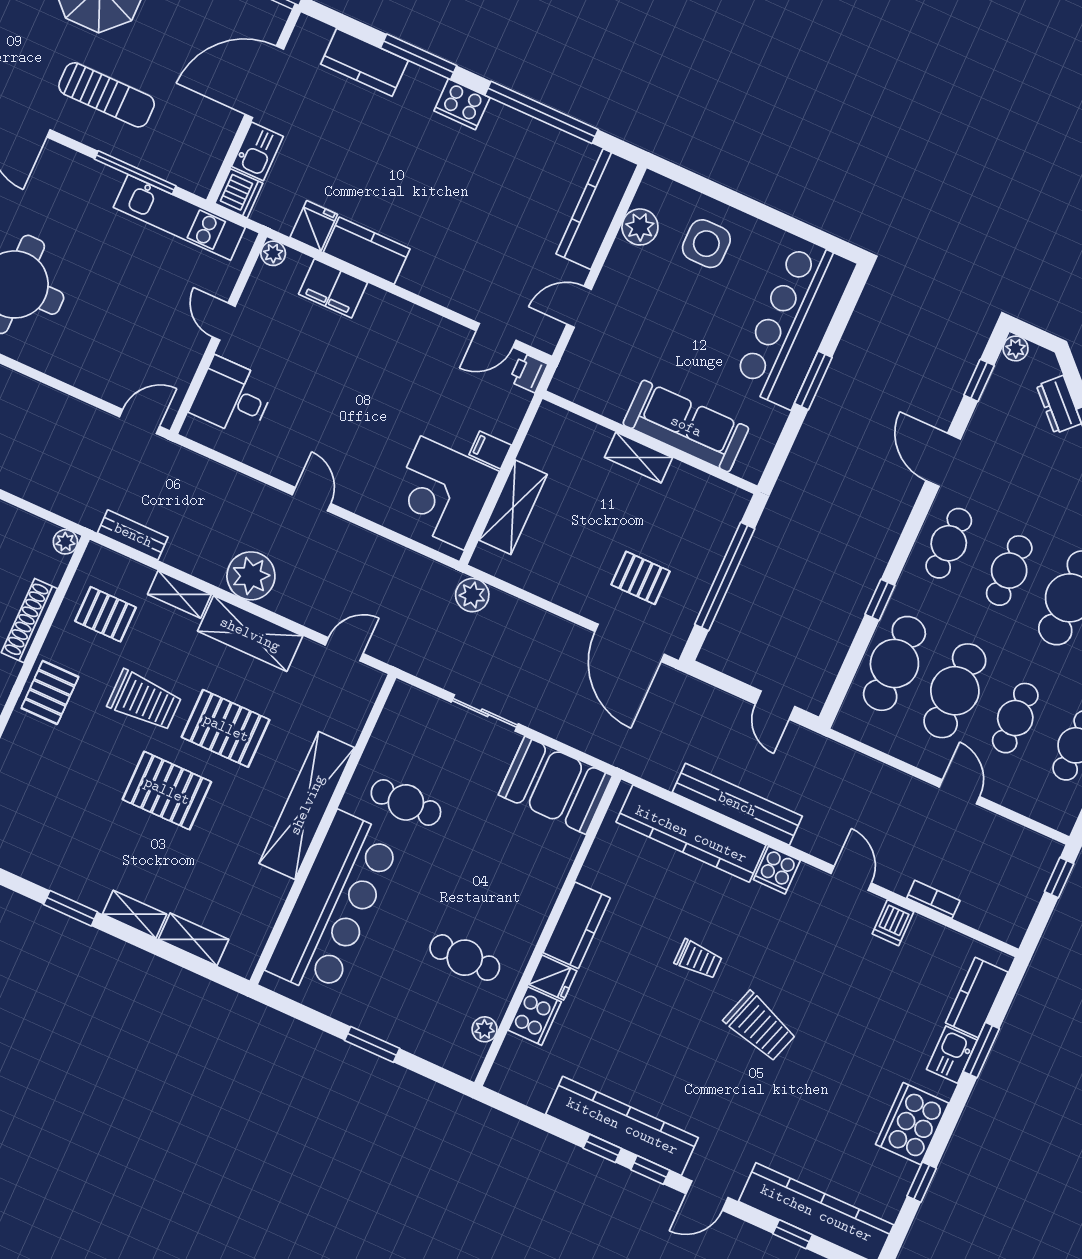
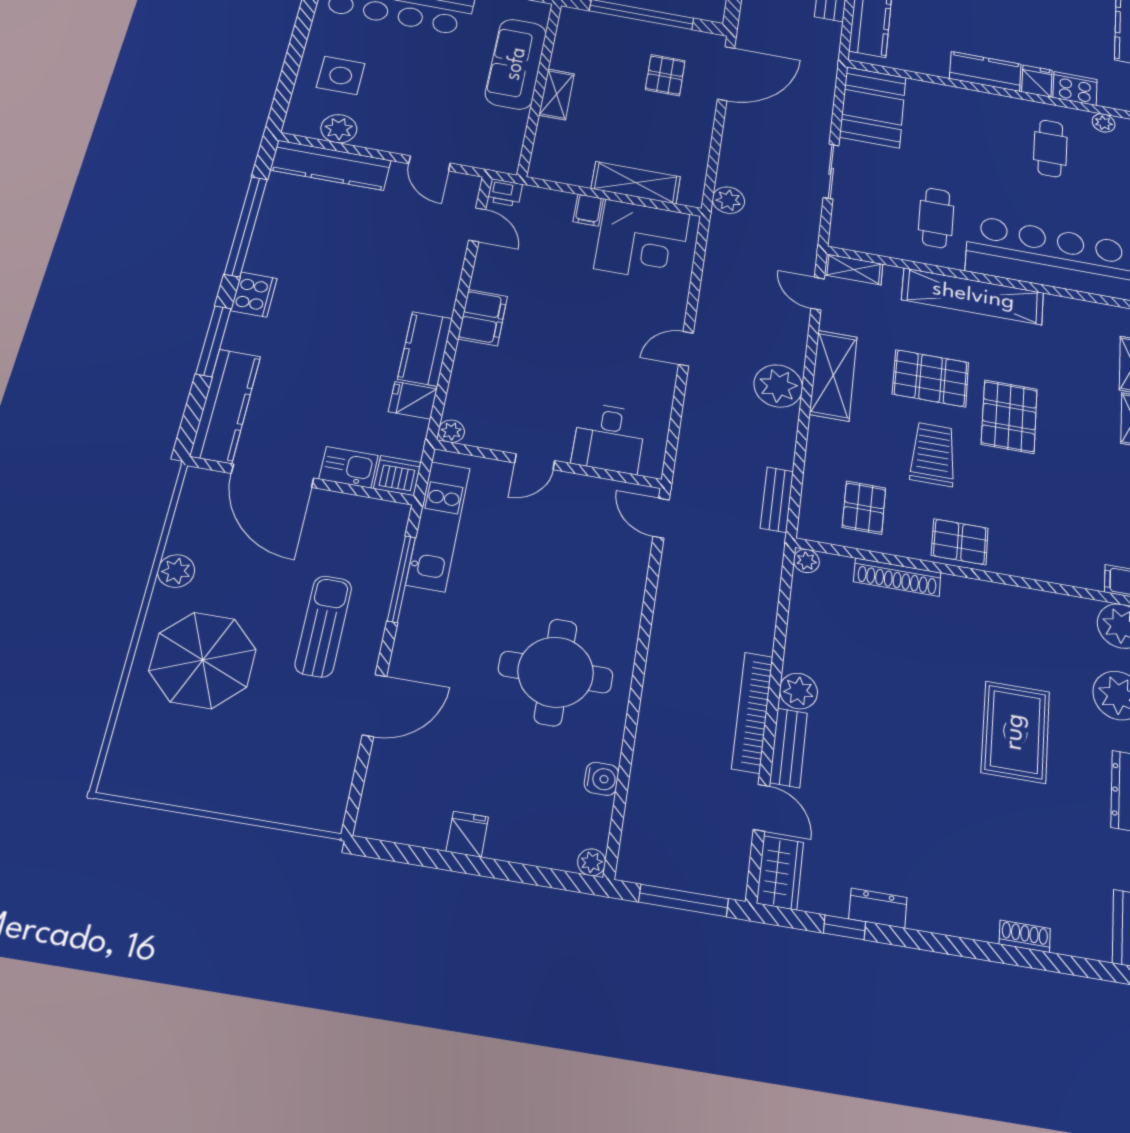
kitchen counter: (364, 62) -> (225, 406), width x1.50
filing cabinet: (333, 288) -> (483, 318), moved
shelving: (179, 594) -> (854, 269), moved, turned 90
pallet: (226, 728) -> (931, 378), turned 90

